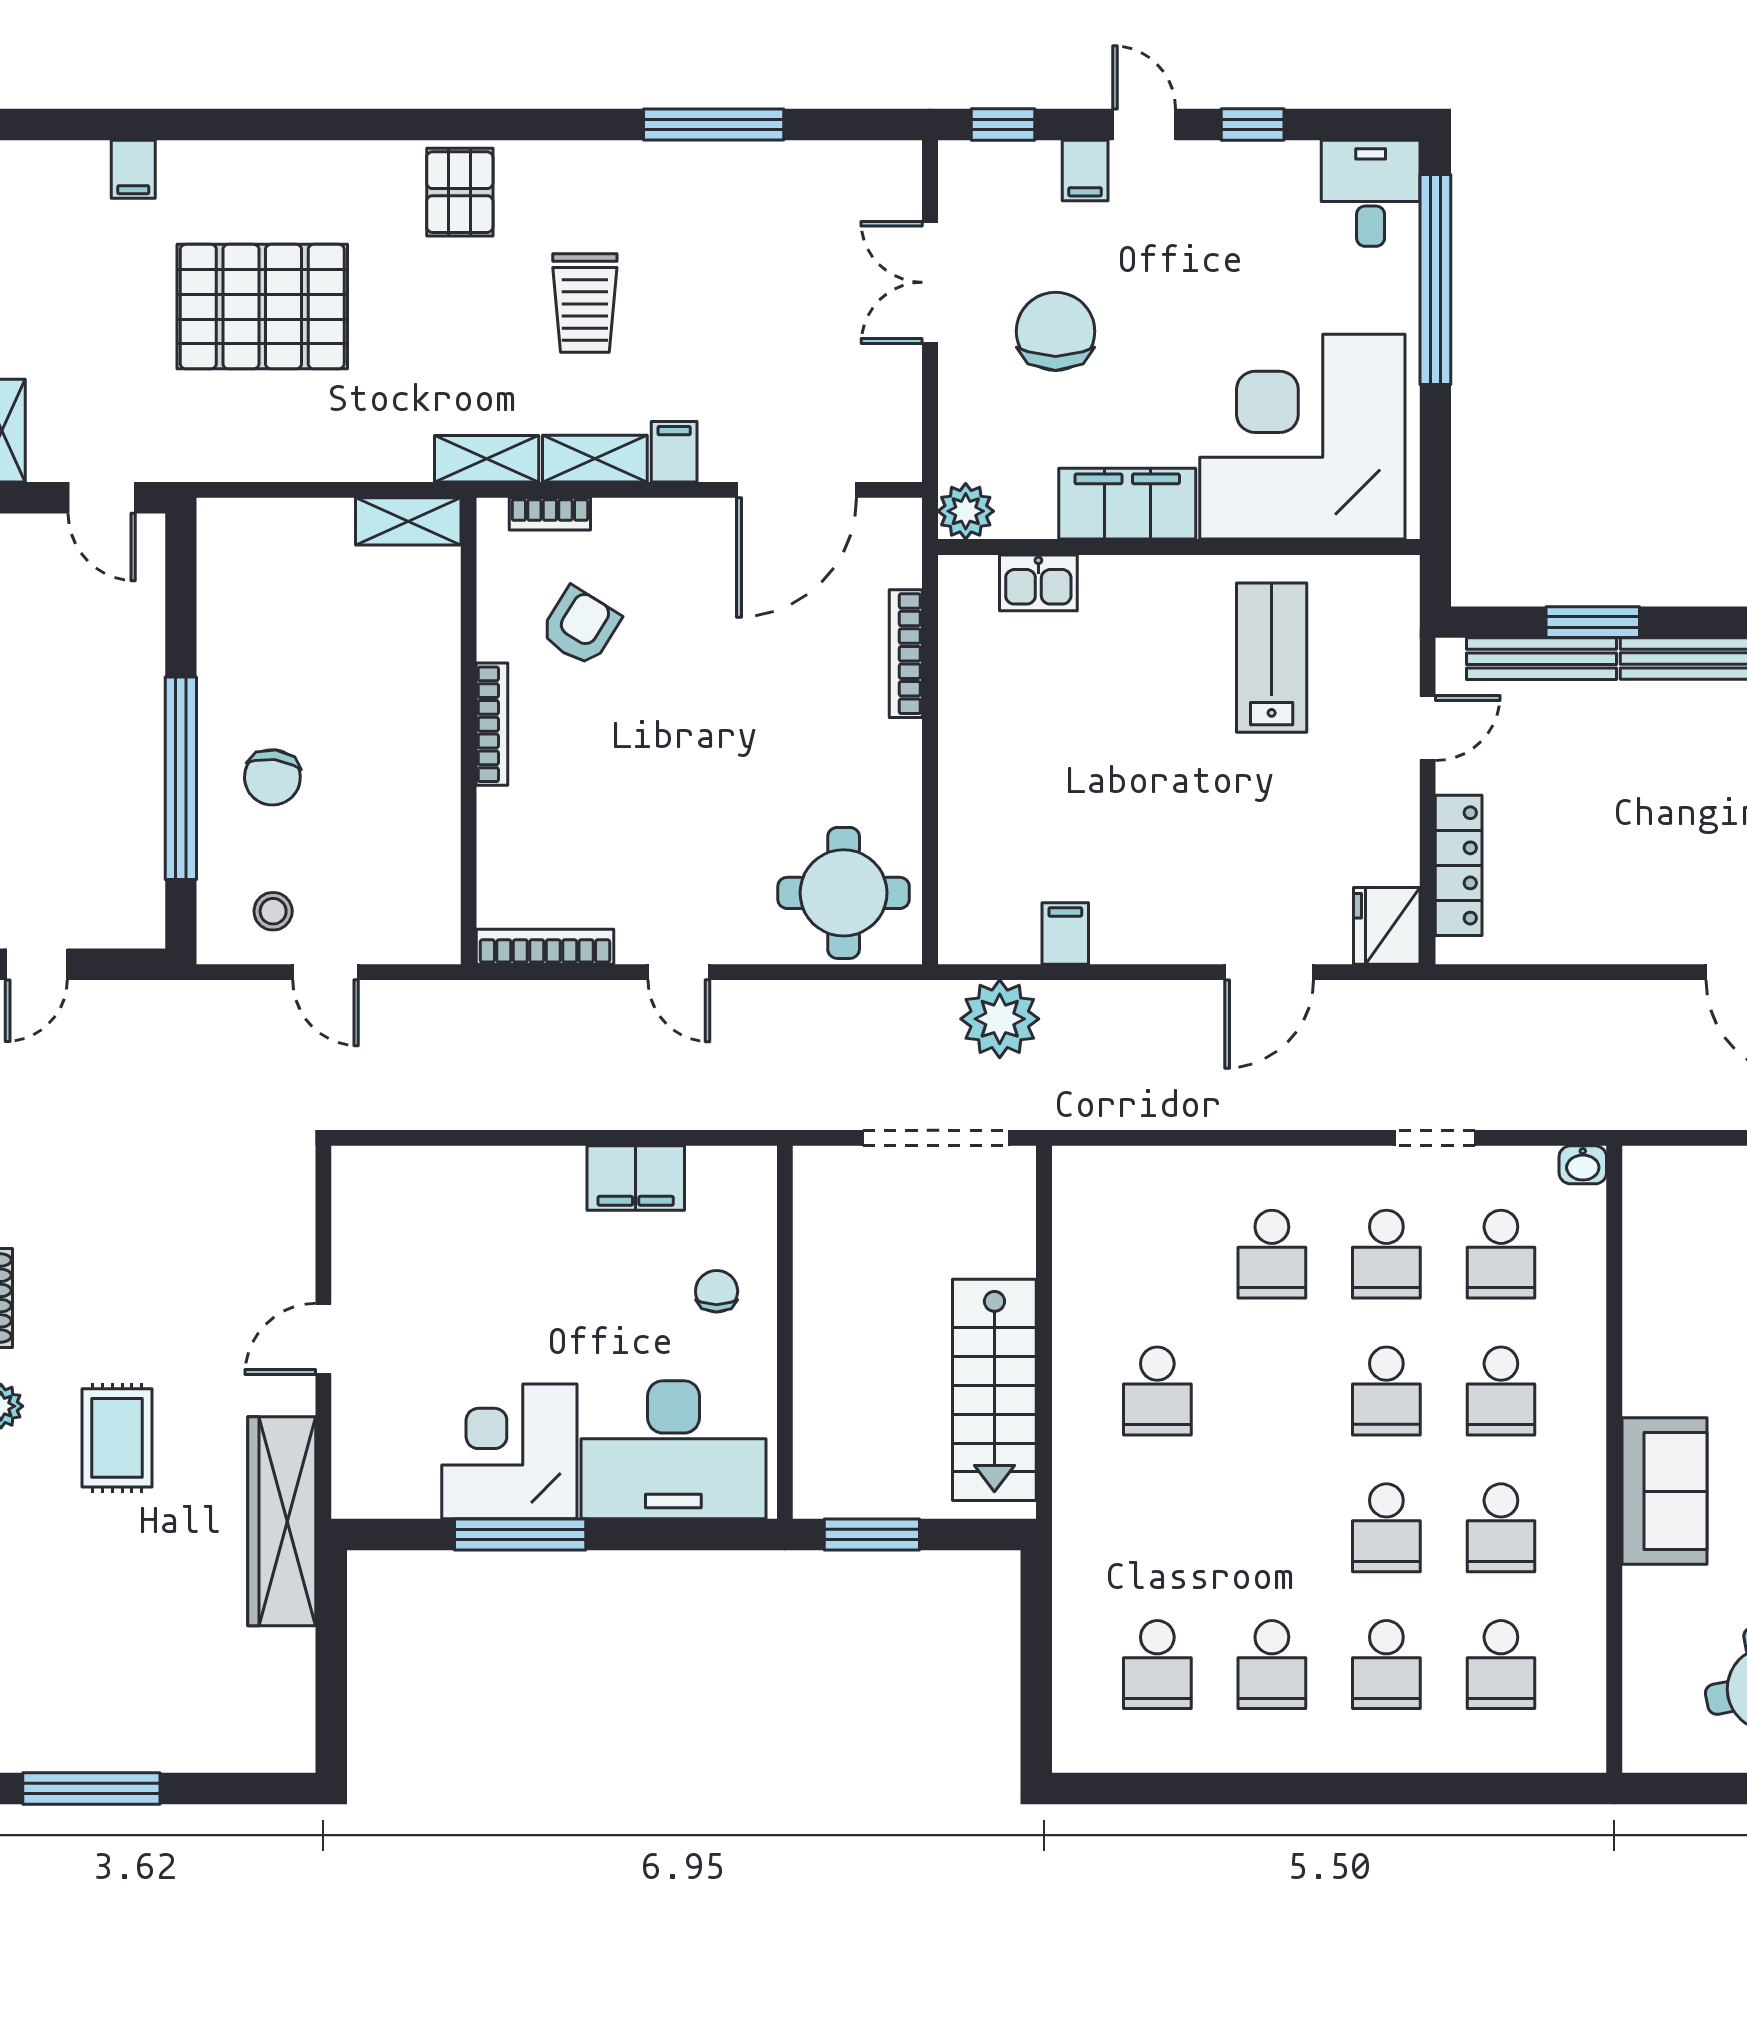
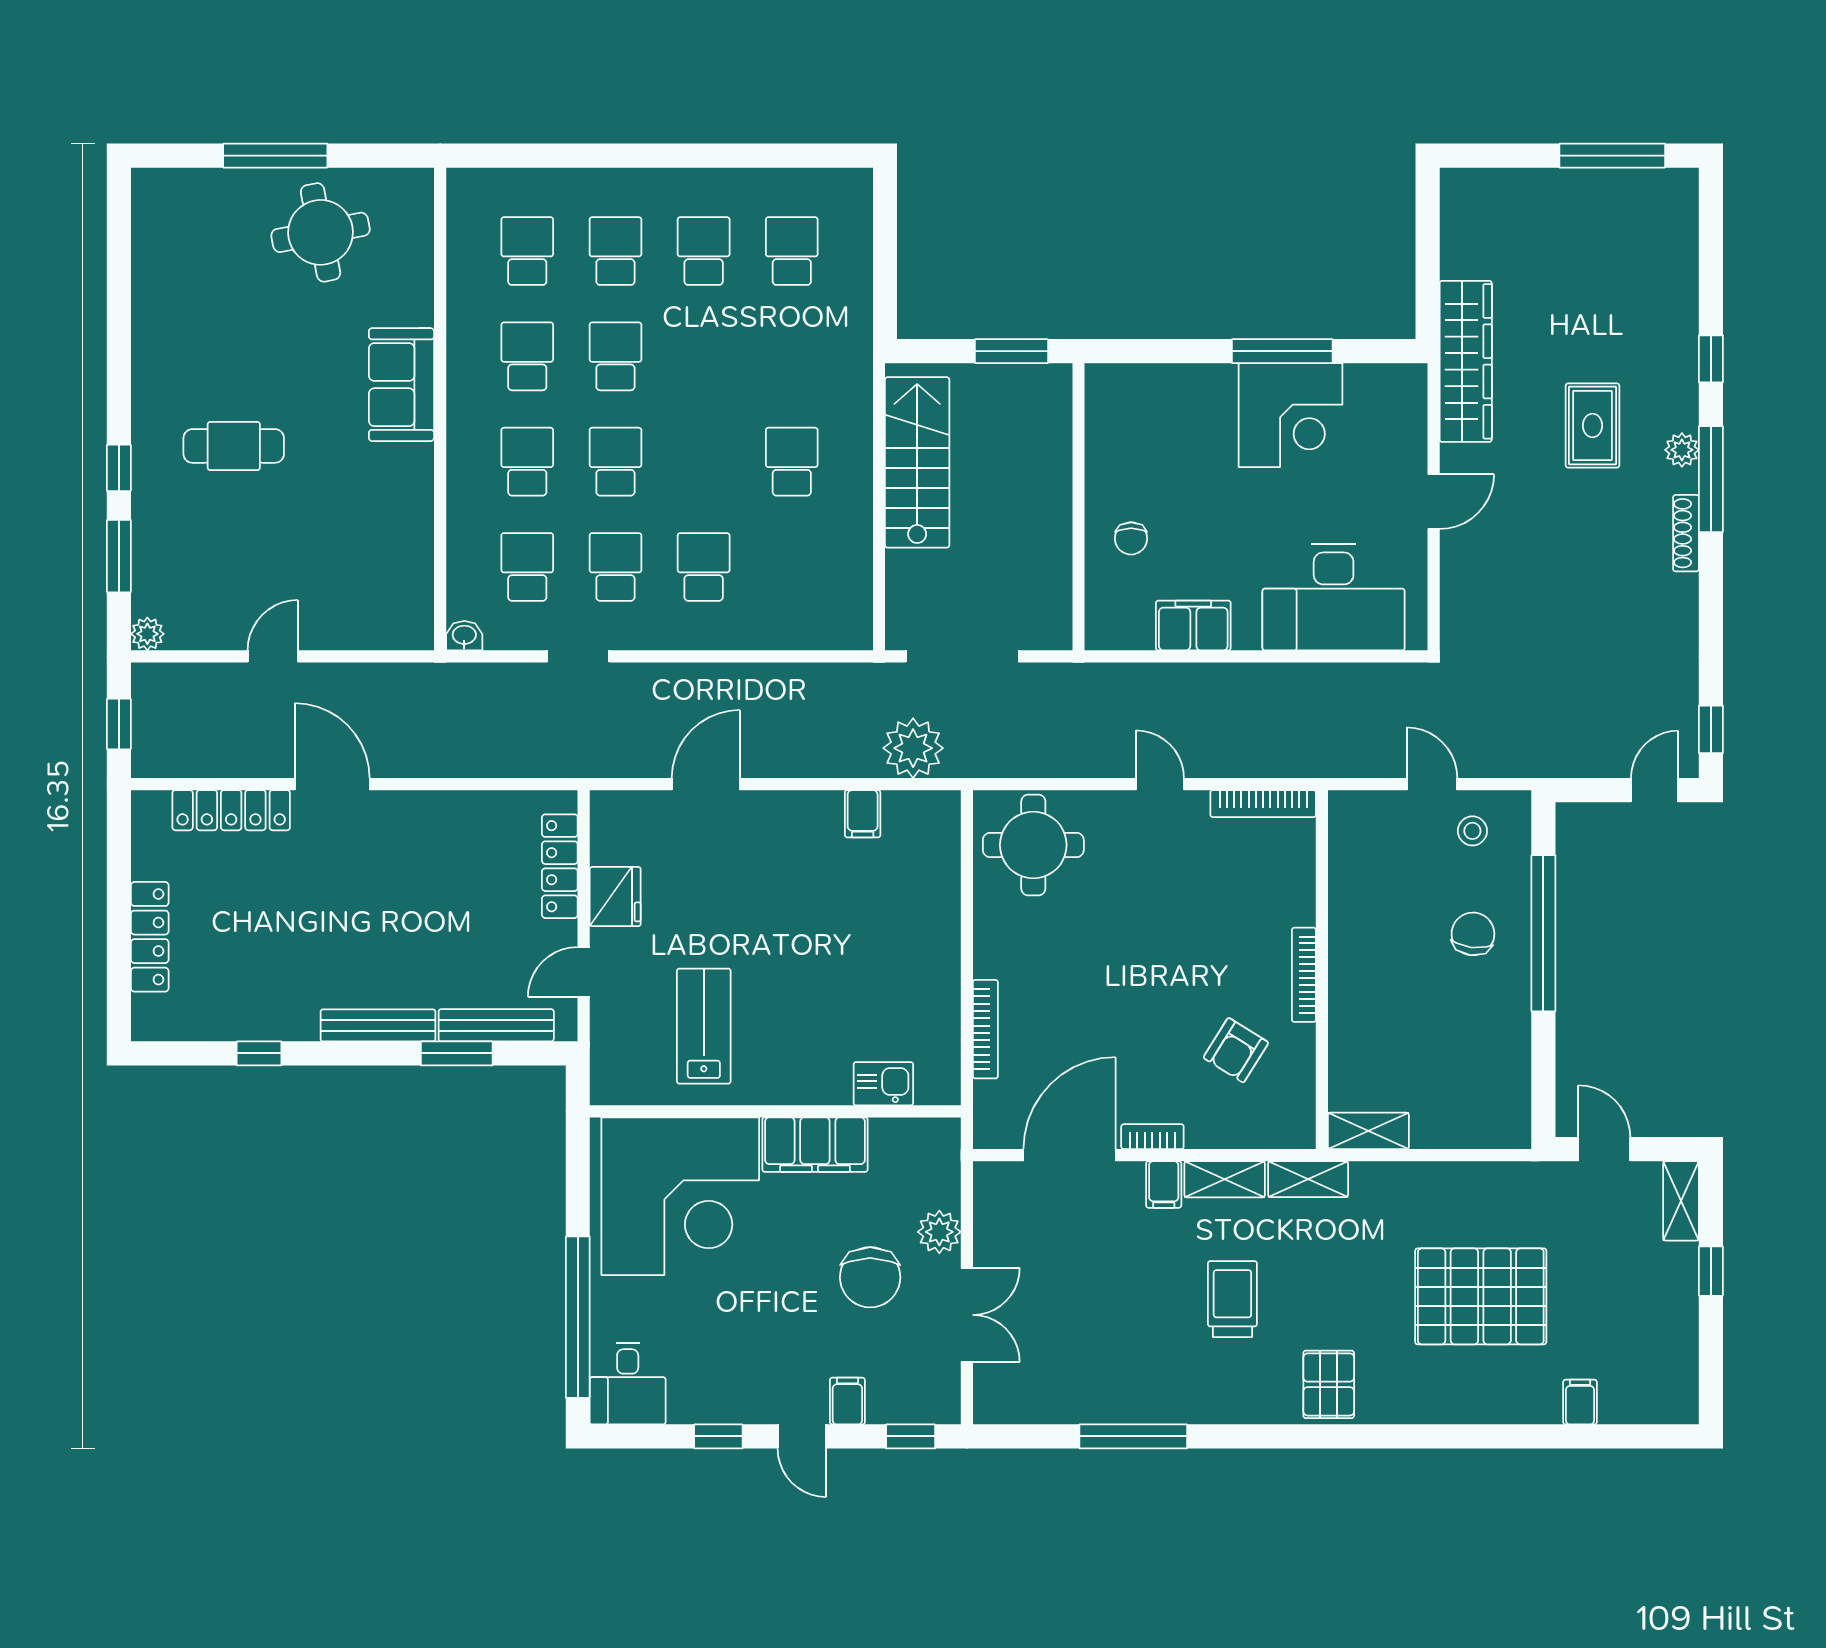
plant: (966, 511) -> (939, 1232), moved
bookcase: (550, 514) -> (1152, 1137), moved
lab bench: (1272, 658) -> (704, 1026), turned 180
fridge: (1387, 926) -> (615, 897), moved
desk: (673, 1450) -> (1334, 597), moved, turned 180

